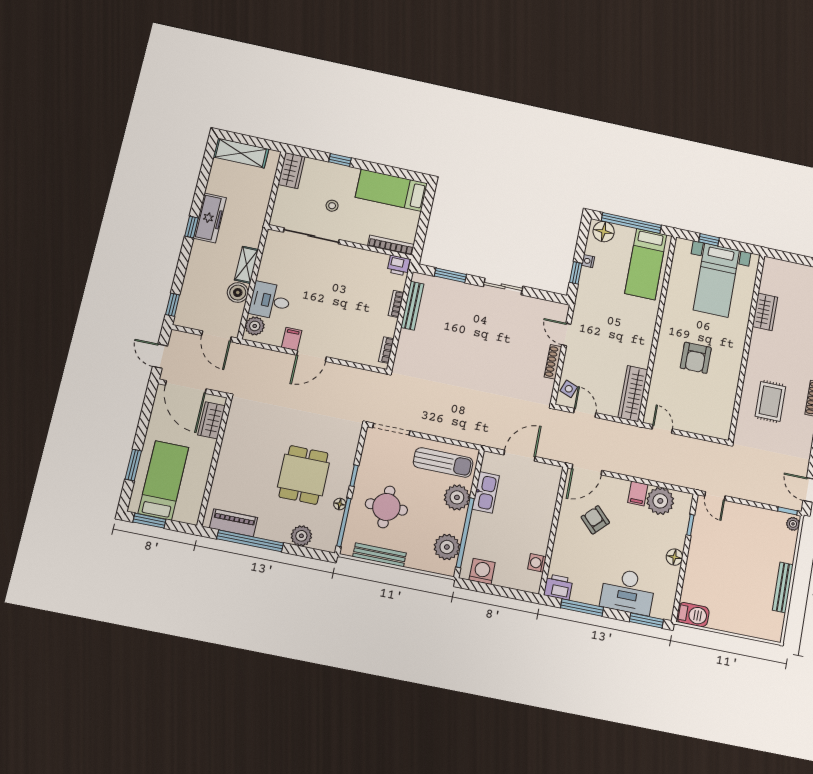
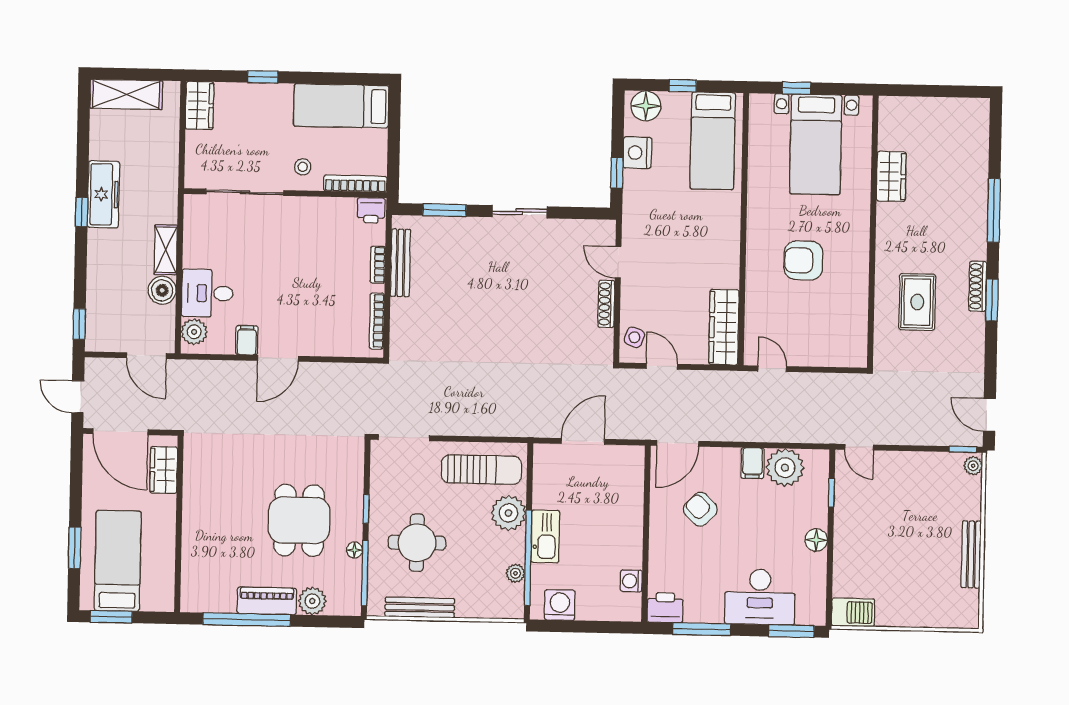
stool: (332, 206) -> (303, 167), moved
window: (631, 223) -> (683, 86), width x0.32
nightstand: (588, 261) -> (637, 153), width x1.89, depth x1.79
bookcase: (386, 350) -> (377, 321), width x1.56
armchair: (696, 358) -> (803, 260), turned 90
kitchen sink: (486, 492) -> (545, 536), moved
piano: (234, 523) -> (267, 601), moved
plant: (447, 547) -> (515, 573), width x0.53, depth x0.53

